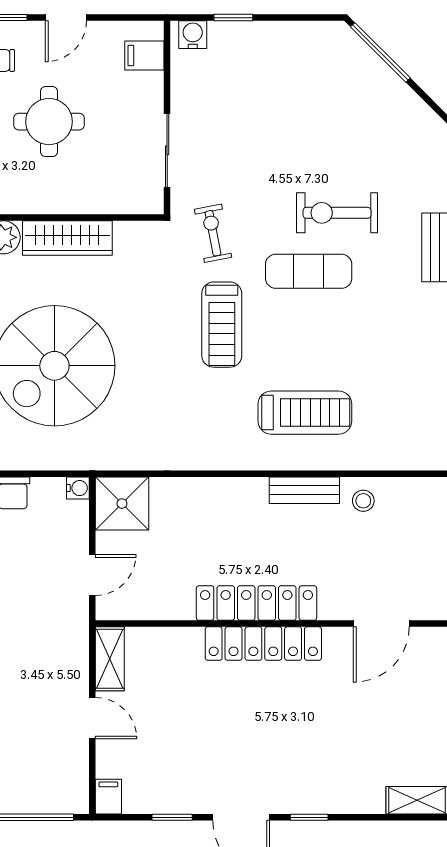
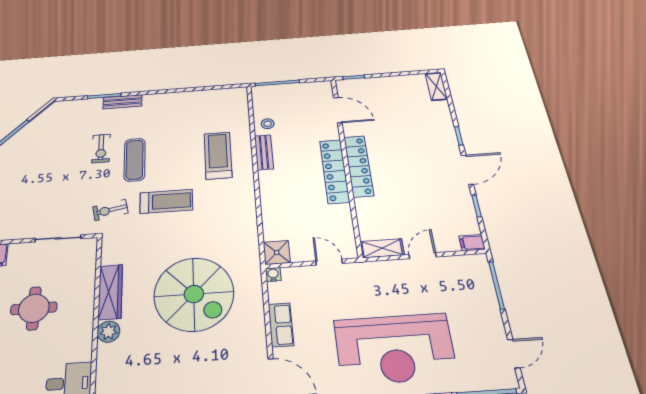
exercise bike: (337, 213) -> (101, 148), width x0.73, depth x0.72
shower: (122, 504) -> (277, 252), width x0.73, depth x0.73

